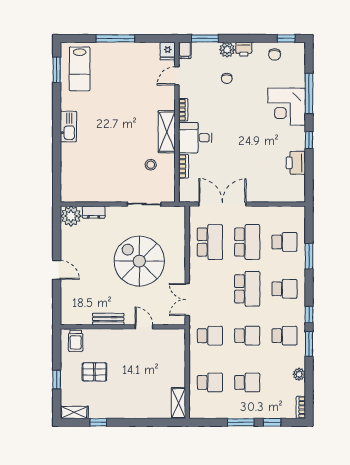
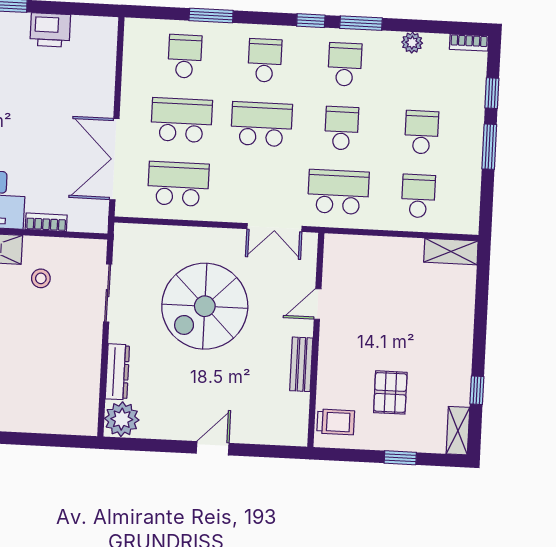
dresser: (94, 212) -> (117, 372), width x1.44
school desk: (210, 336) -> (338, 192), width x1.85

